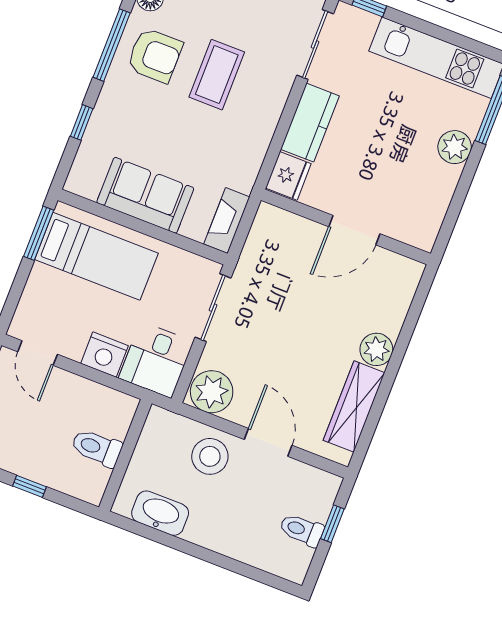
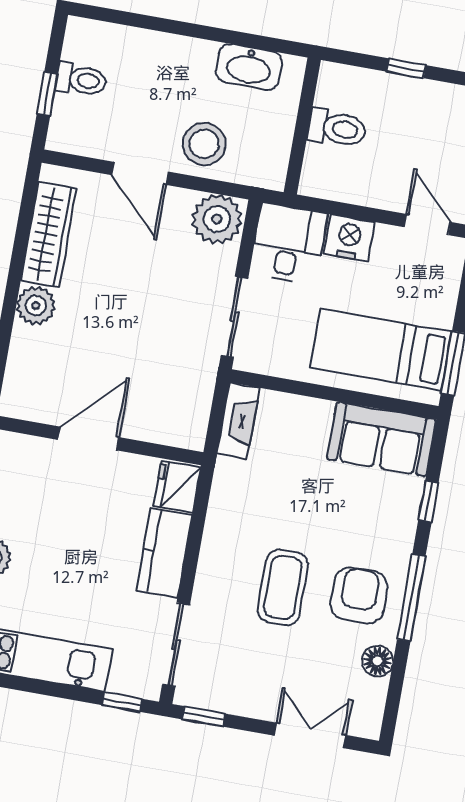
armchair: (155, 55) -> (359, 596), turned 90
sofa: (145, 195) -> (381, 439), moved

